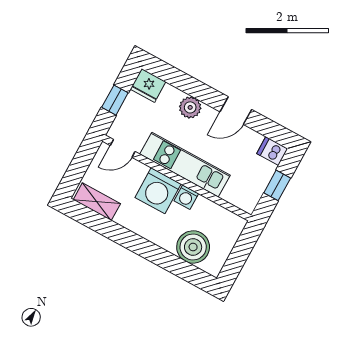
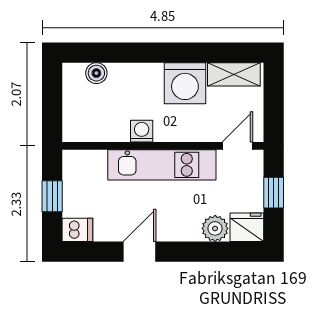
plant: (190, 107) -> (215, 228), moved
washing machine: (158, 191) -> (185, 83), moved, turned 180
boiler: (193, 247) -> (96, 73), width x0.54, depth x0.54

